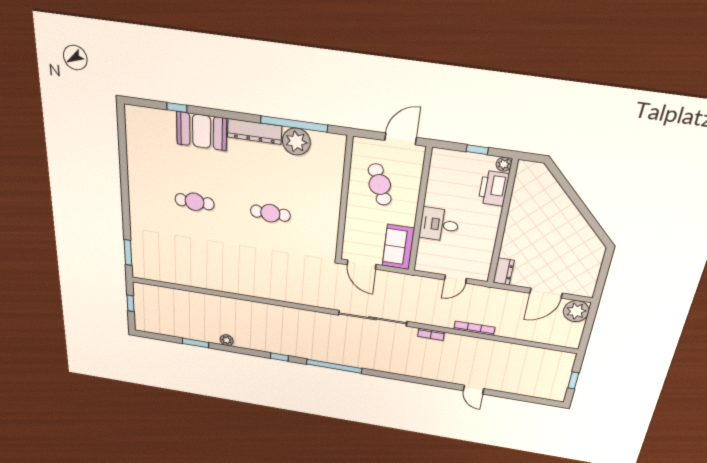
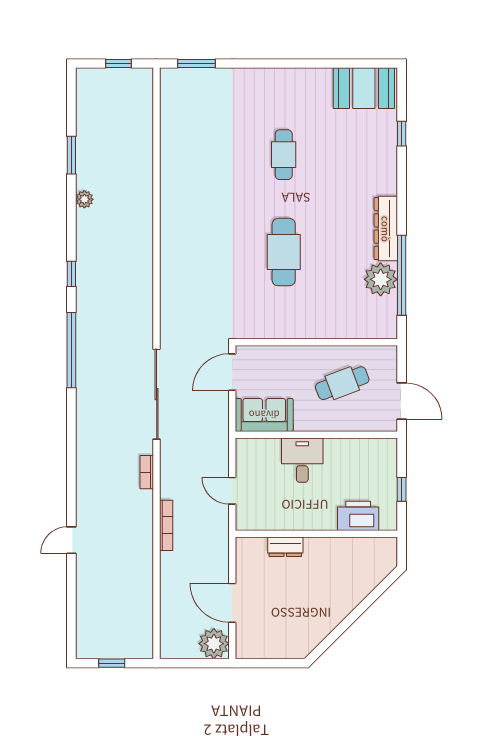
booth: (202, 131) -> (364, 88), moved, turned 90
plant: (504, 164) -> (389, 522), removed
cafe table: (270, 213) -> (284, 252), width x1.37, depth x1.35
dresser: (504, 271) -> (285, 547), moved

